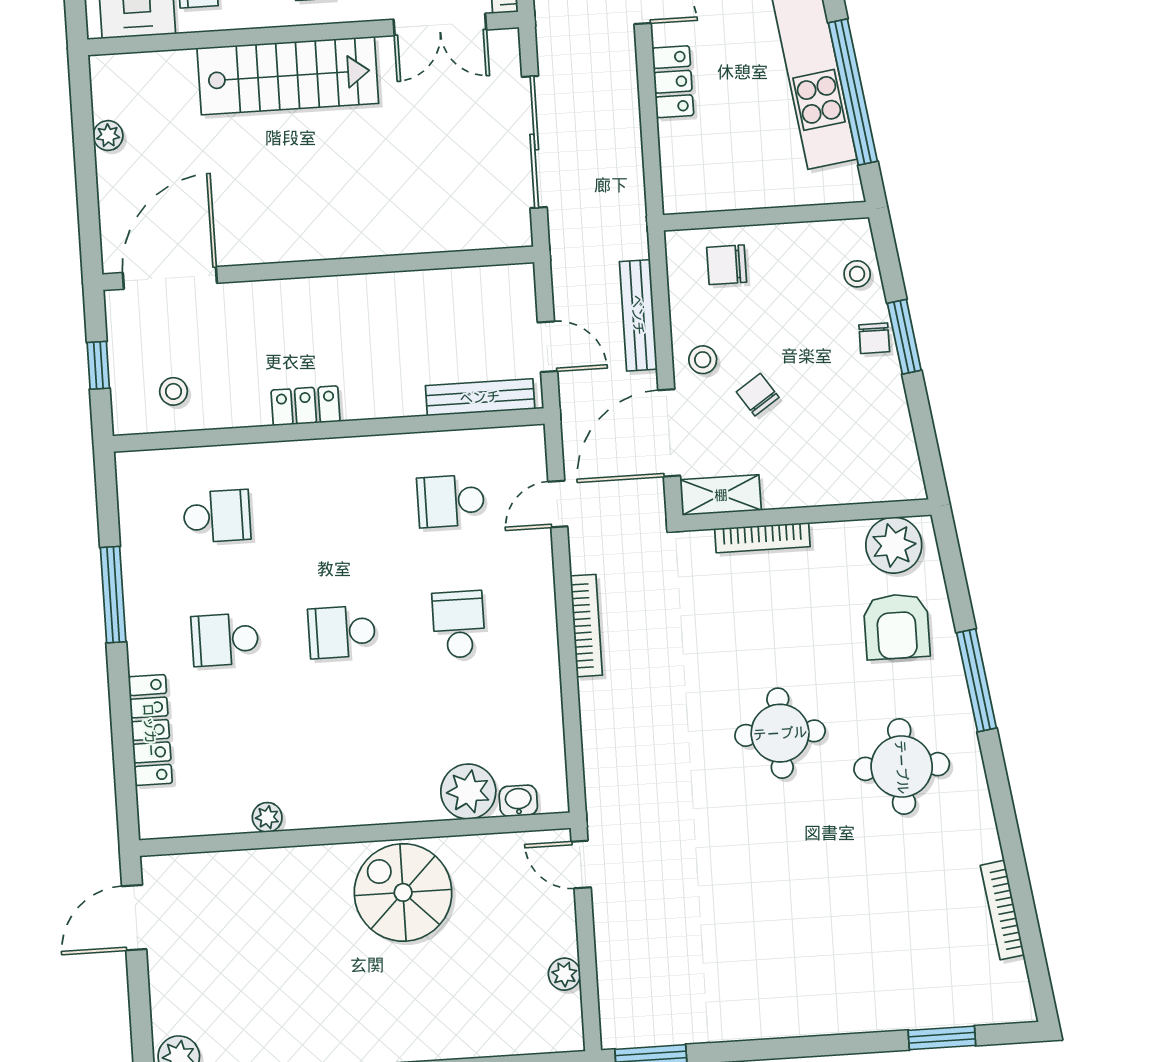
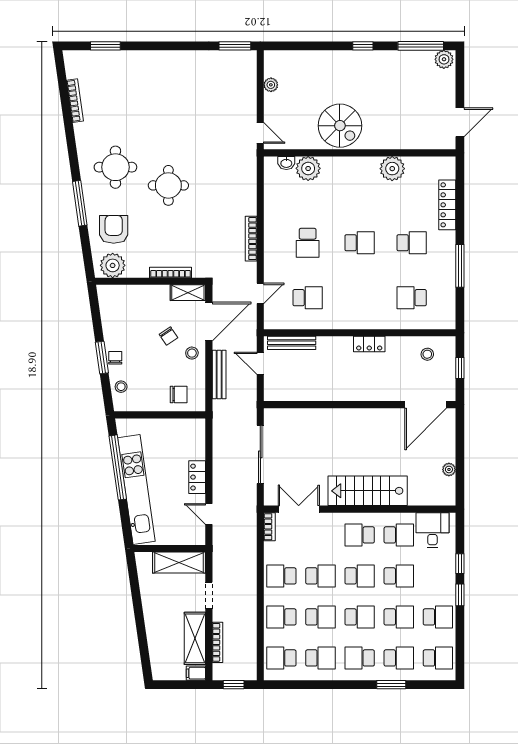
plant: (267, 817) -> (392, 169), width x1.87, depth x1.87

